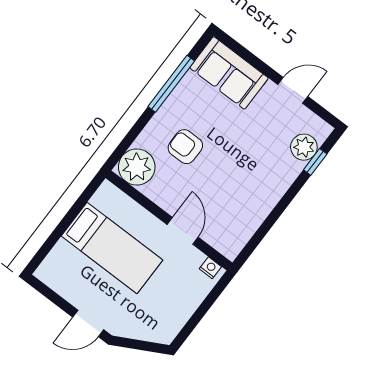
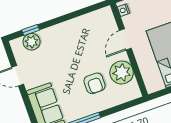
plant: (137, 167) -> (122, 73), moved

